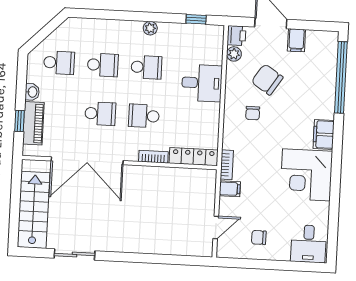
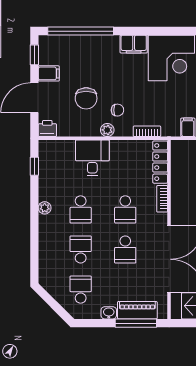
window: (317, 26) -> (34, 55), added
plant: (234, 54) -> (107, 130), moved
school desk: (146, 67) -> (81, 209), turned 180
chair: (267, 80) -> (86, 98), turned -33
school desk: (100, 114) -> (125, 250), turned 180
window: (19, 121) -> (136, 323), width x2.17
bookcase: (227, 165) -> (147, 131), moved

